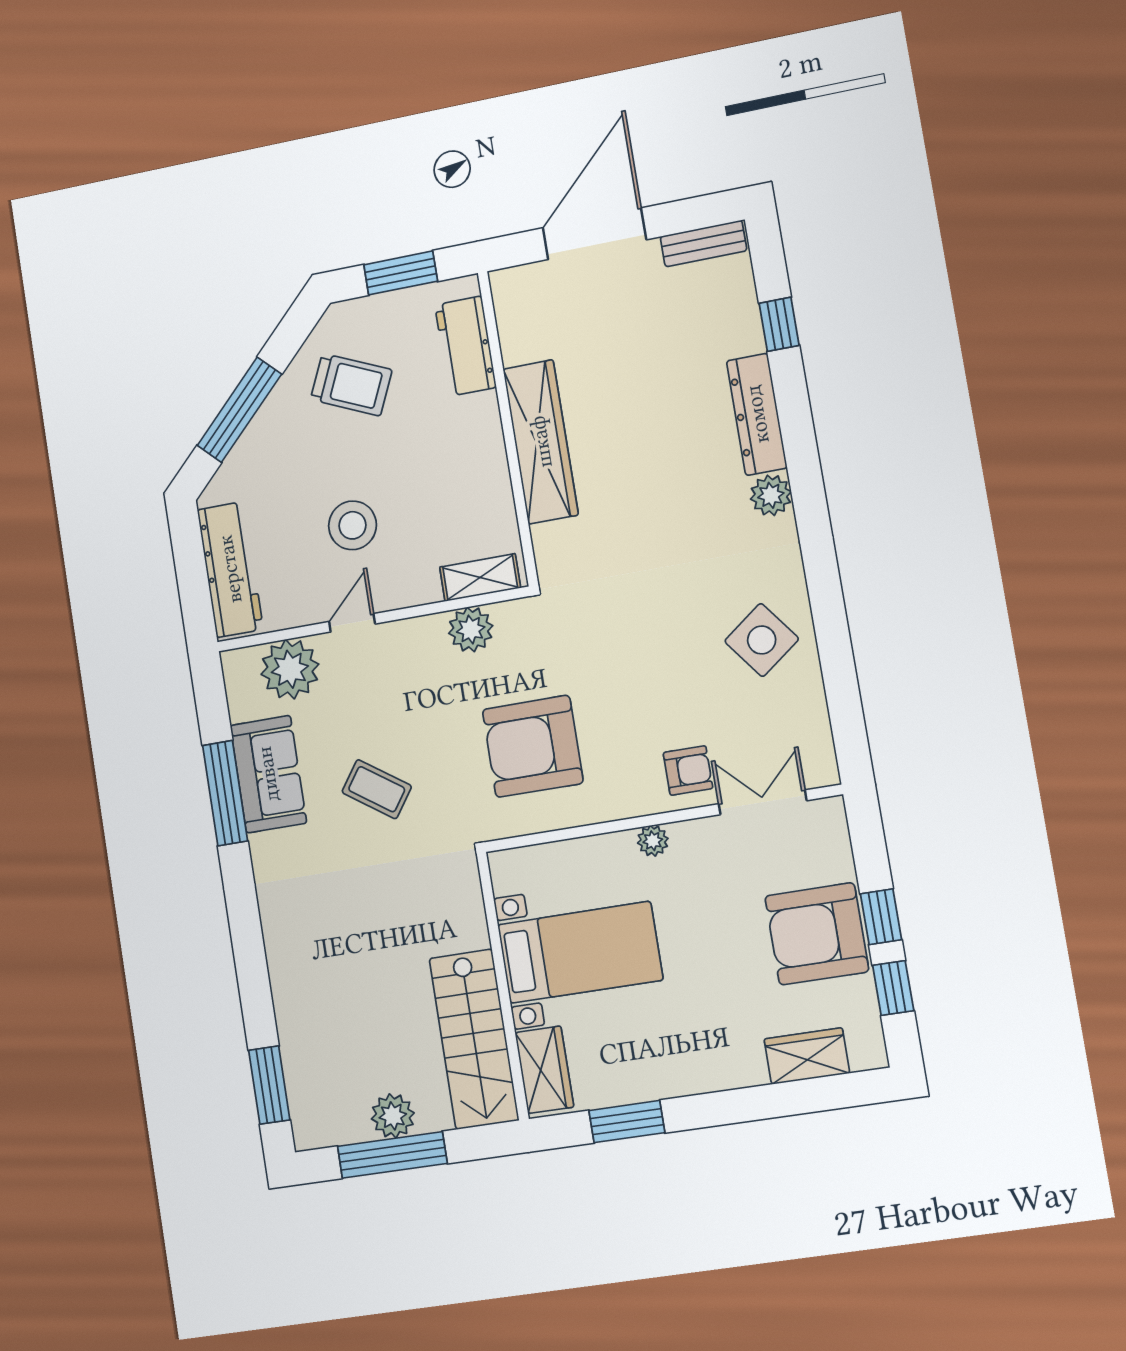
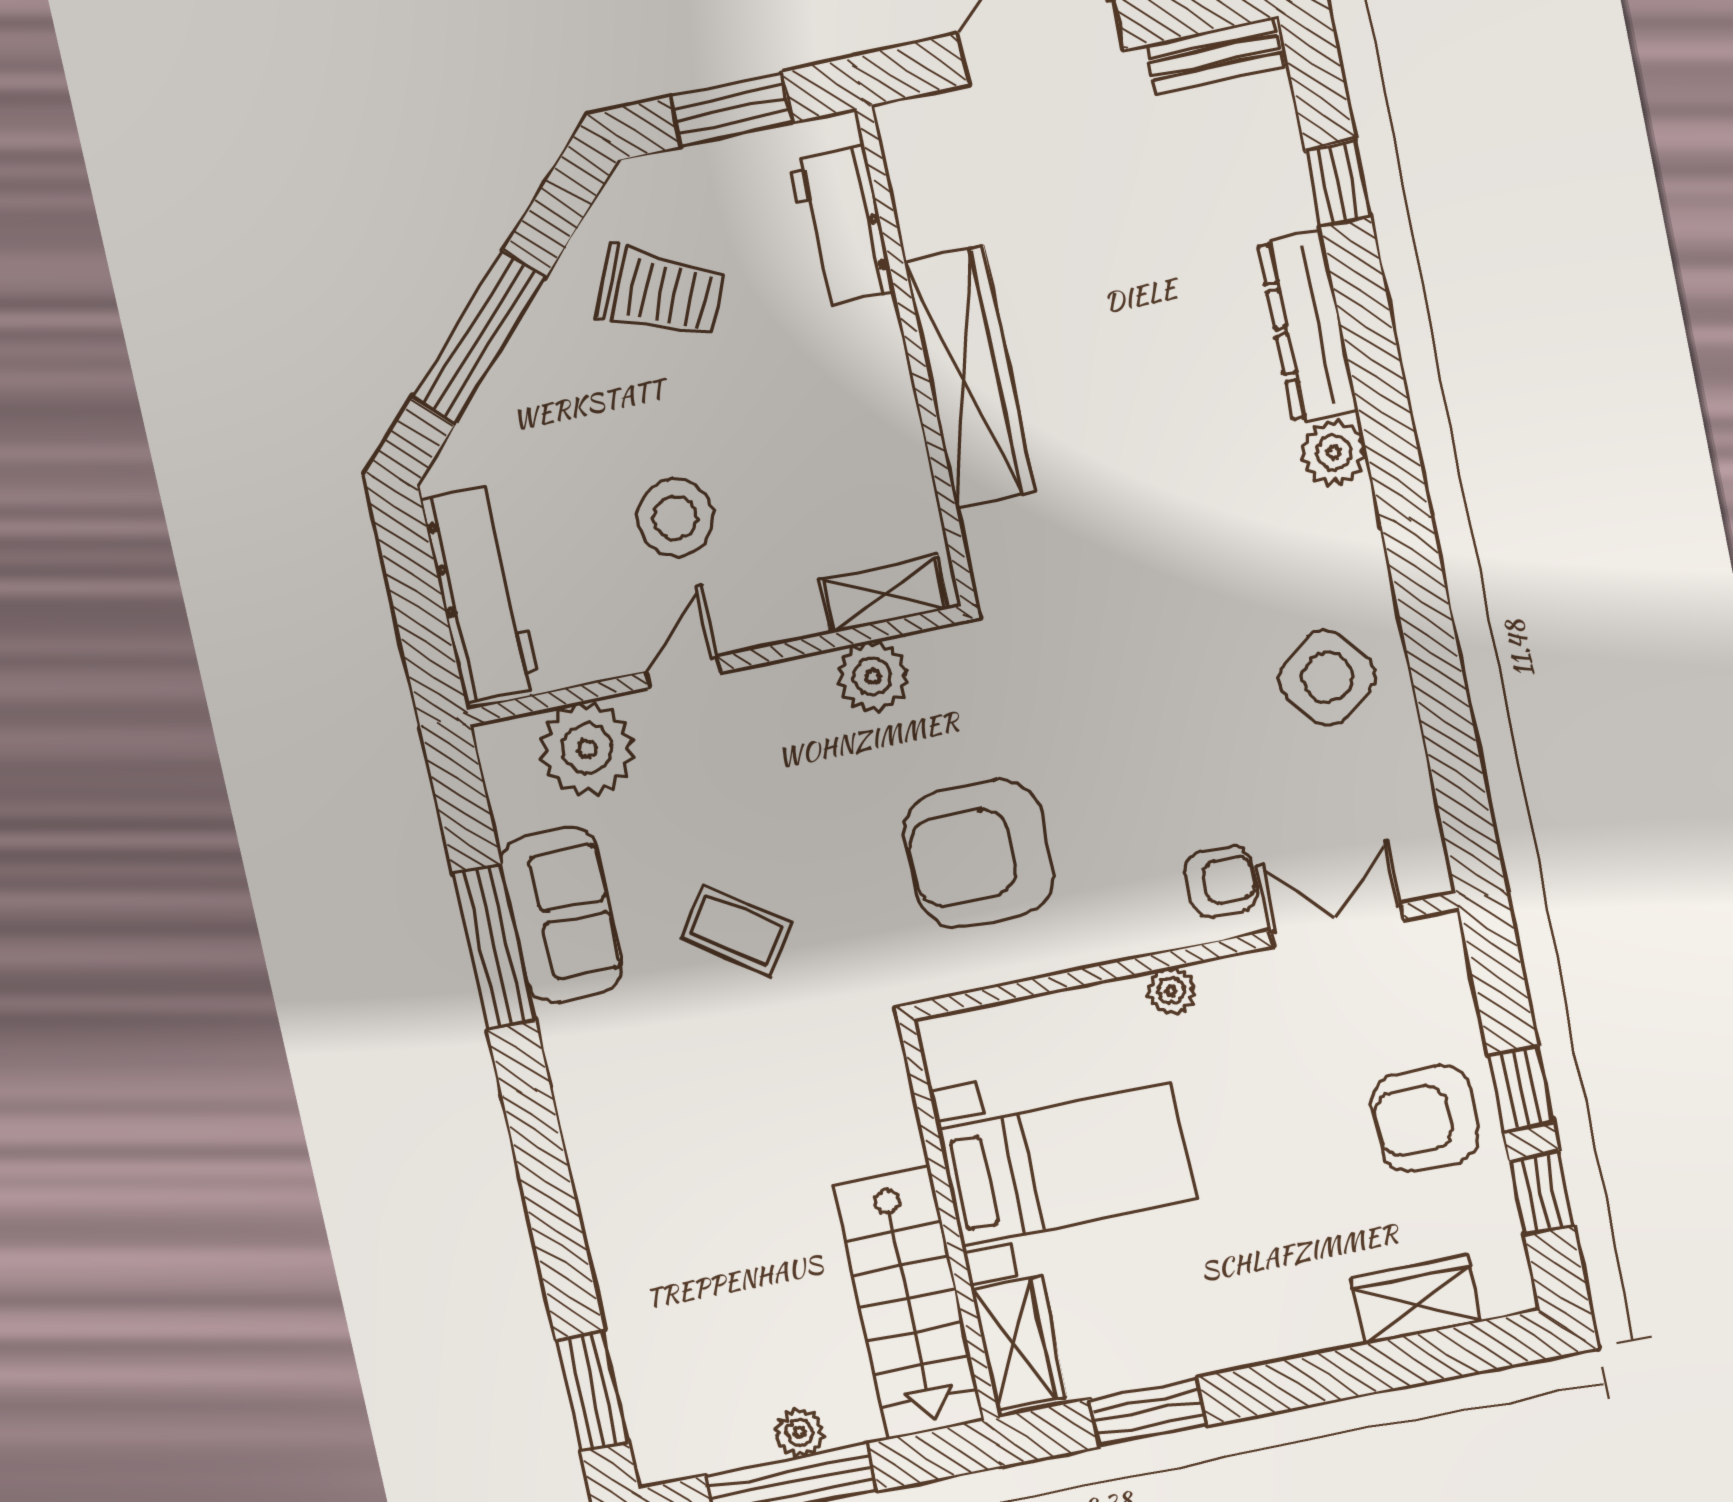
armchair: (817, 934) -> (1425, 1118), width x0.73, depth x0.73
plant: (393, 1116) -> (799, 1432), width x0.73, depth x0.73

